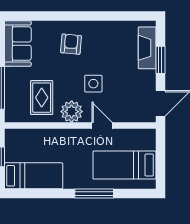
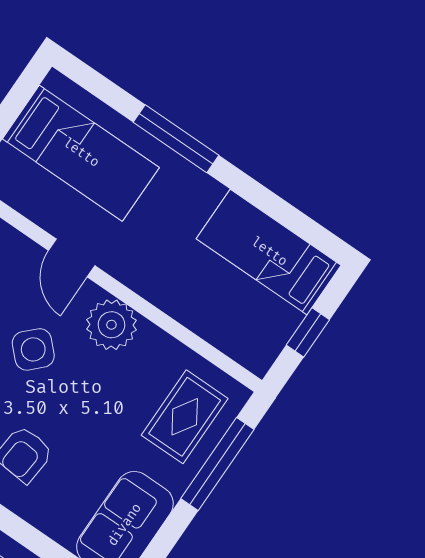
side table: (93, 84) -> (33, 349), turned 45
rug: (42, 98) -> (185, 417), moved

